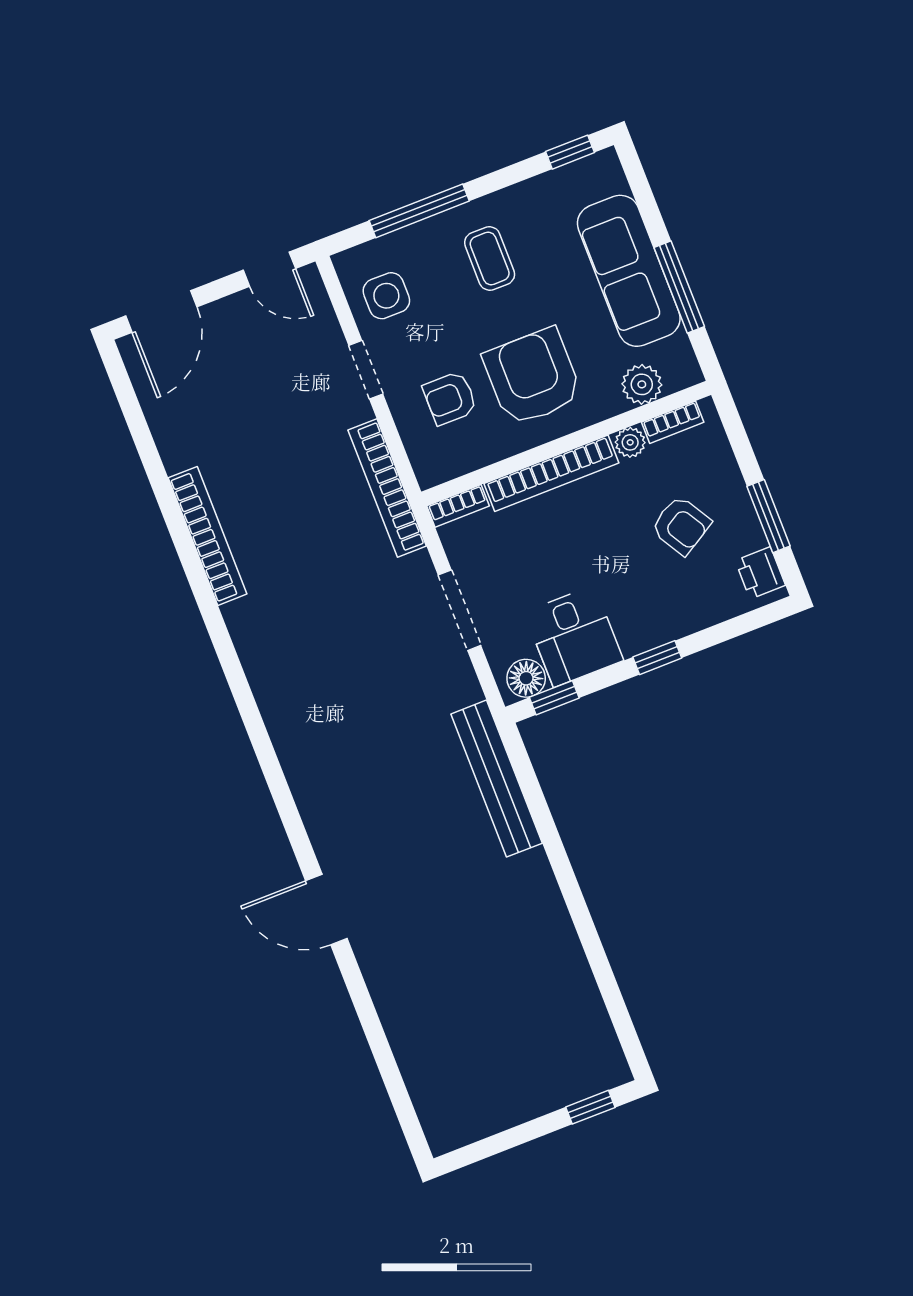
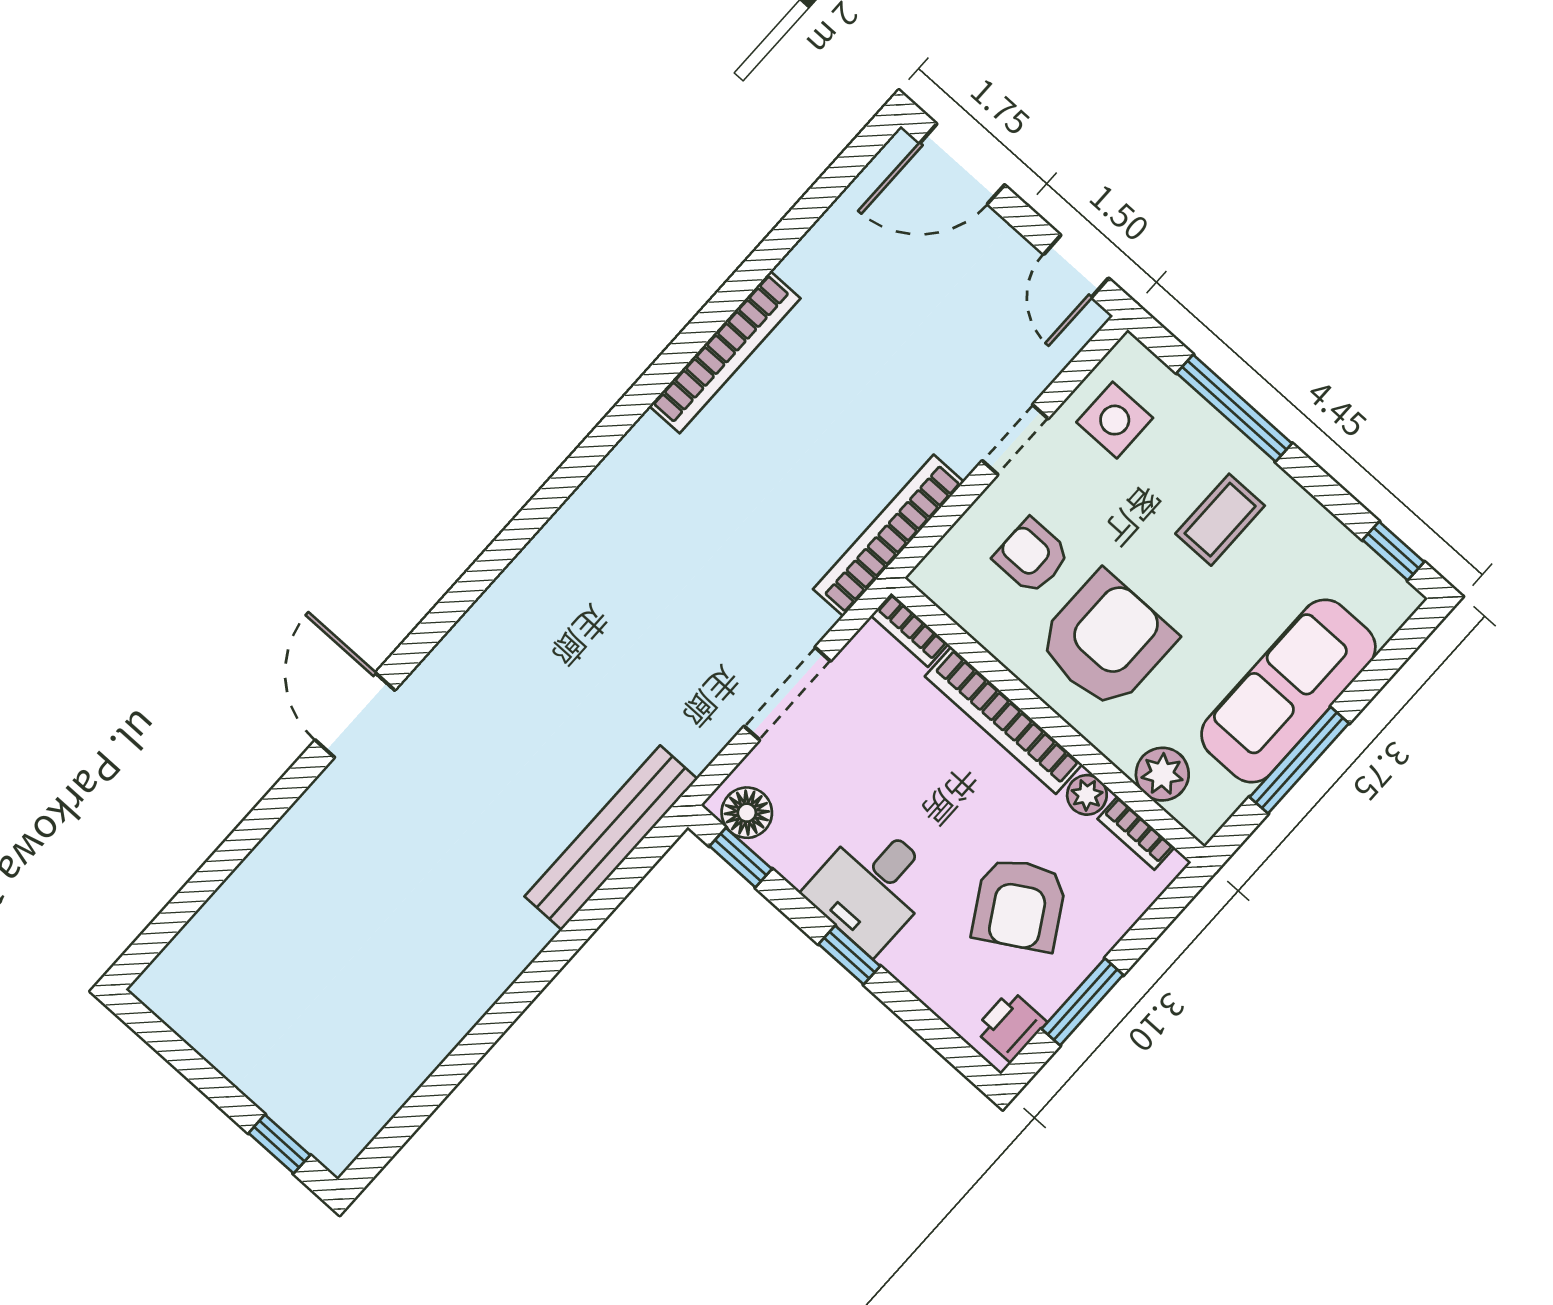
armchair: (681, 525) -> (1019, 904), width x1.38, depth x1.38
desk: (574, 636) -> (872, 886), moved

